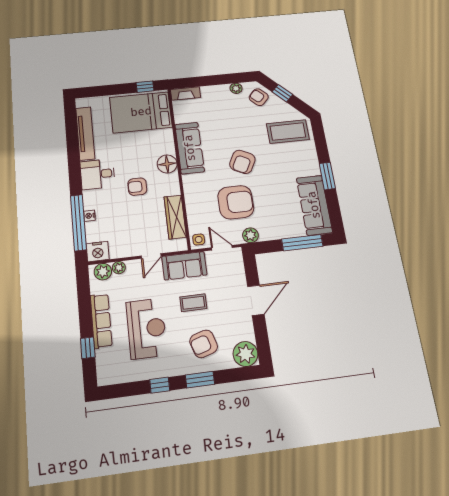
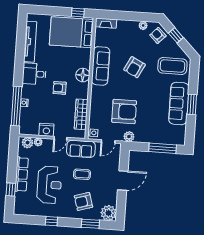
armchair: (242, 162) -> (135, 67), moved
sofa: (314, 205) -> (179, 104), moved
door: (222, 248) -> (108, 141), swing flipped
nightstand: (98, 252) -> (46, 130), moved
window: (200, 380) -> (90, 224), moved

